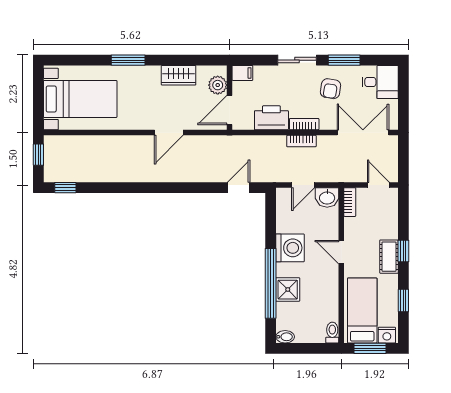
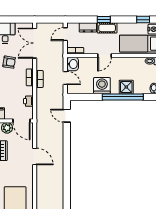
printer: (271, 118) -> (28, 101), width x0.53, depth x0.68
dresser: (390, 224) -> (88, 27), added
window: (403, 301) -> (143, 20), moved

